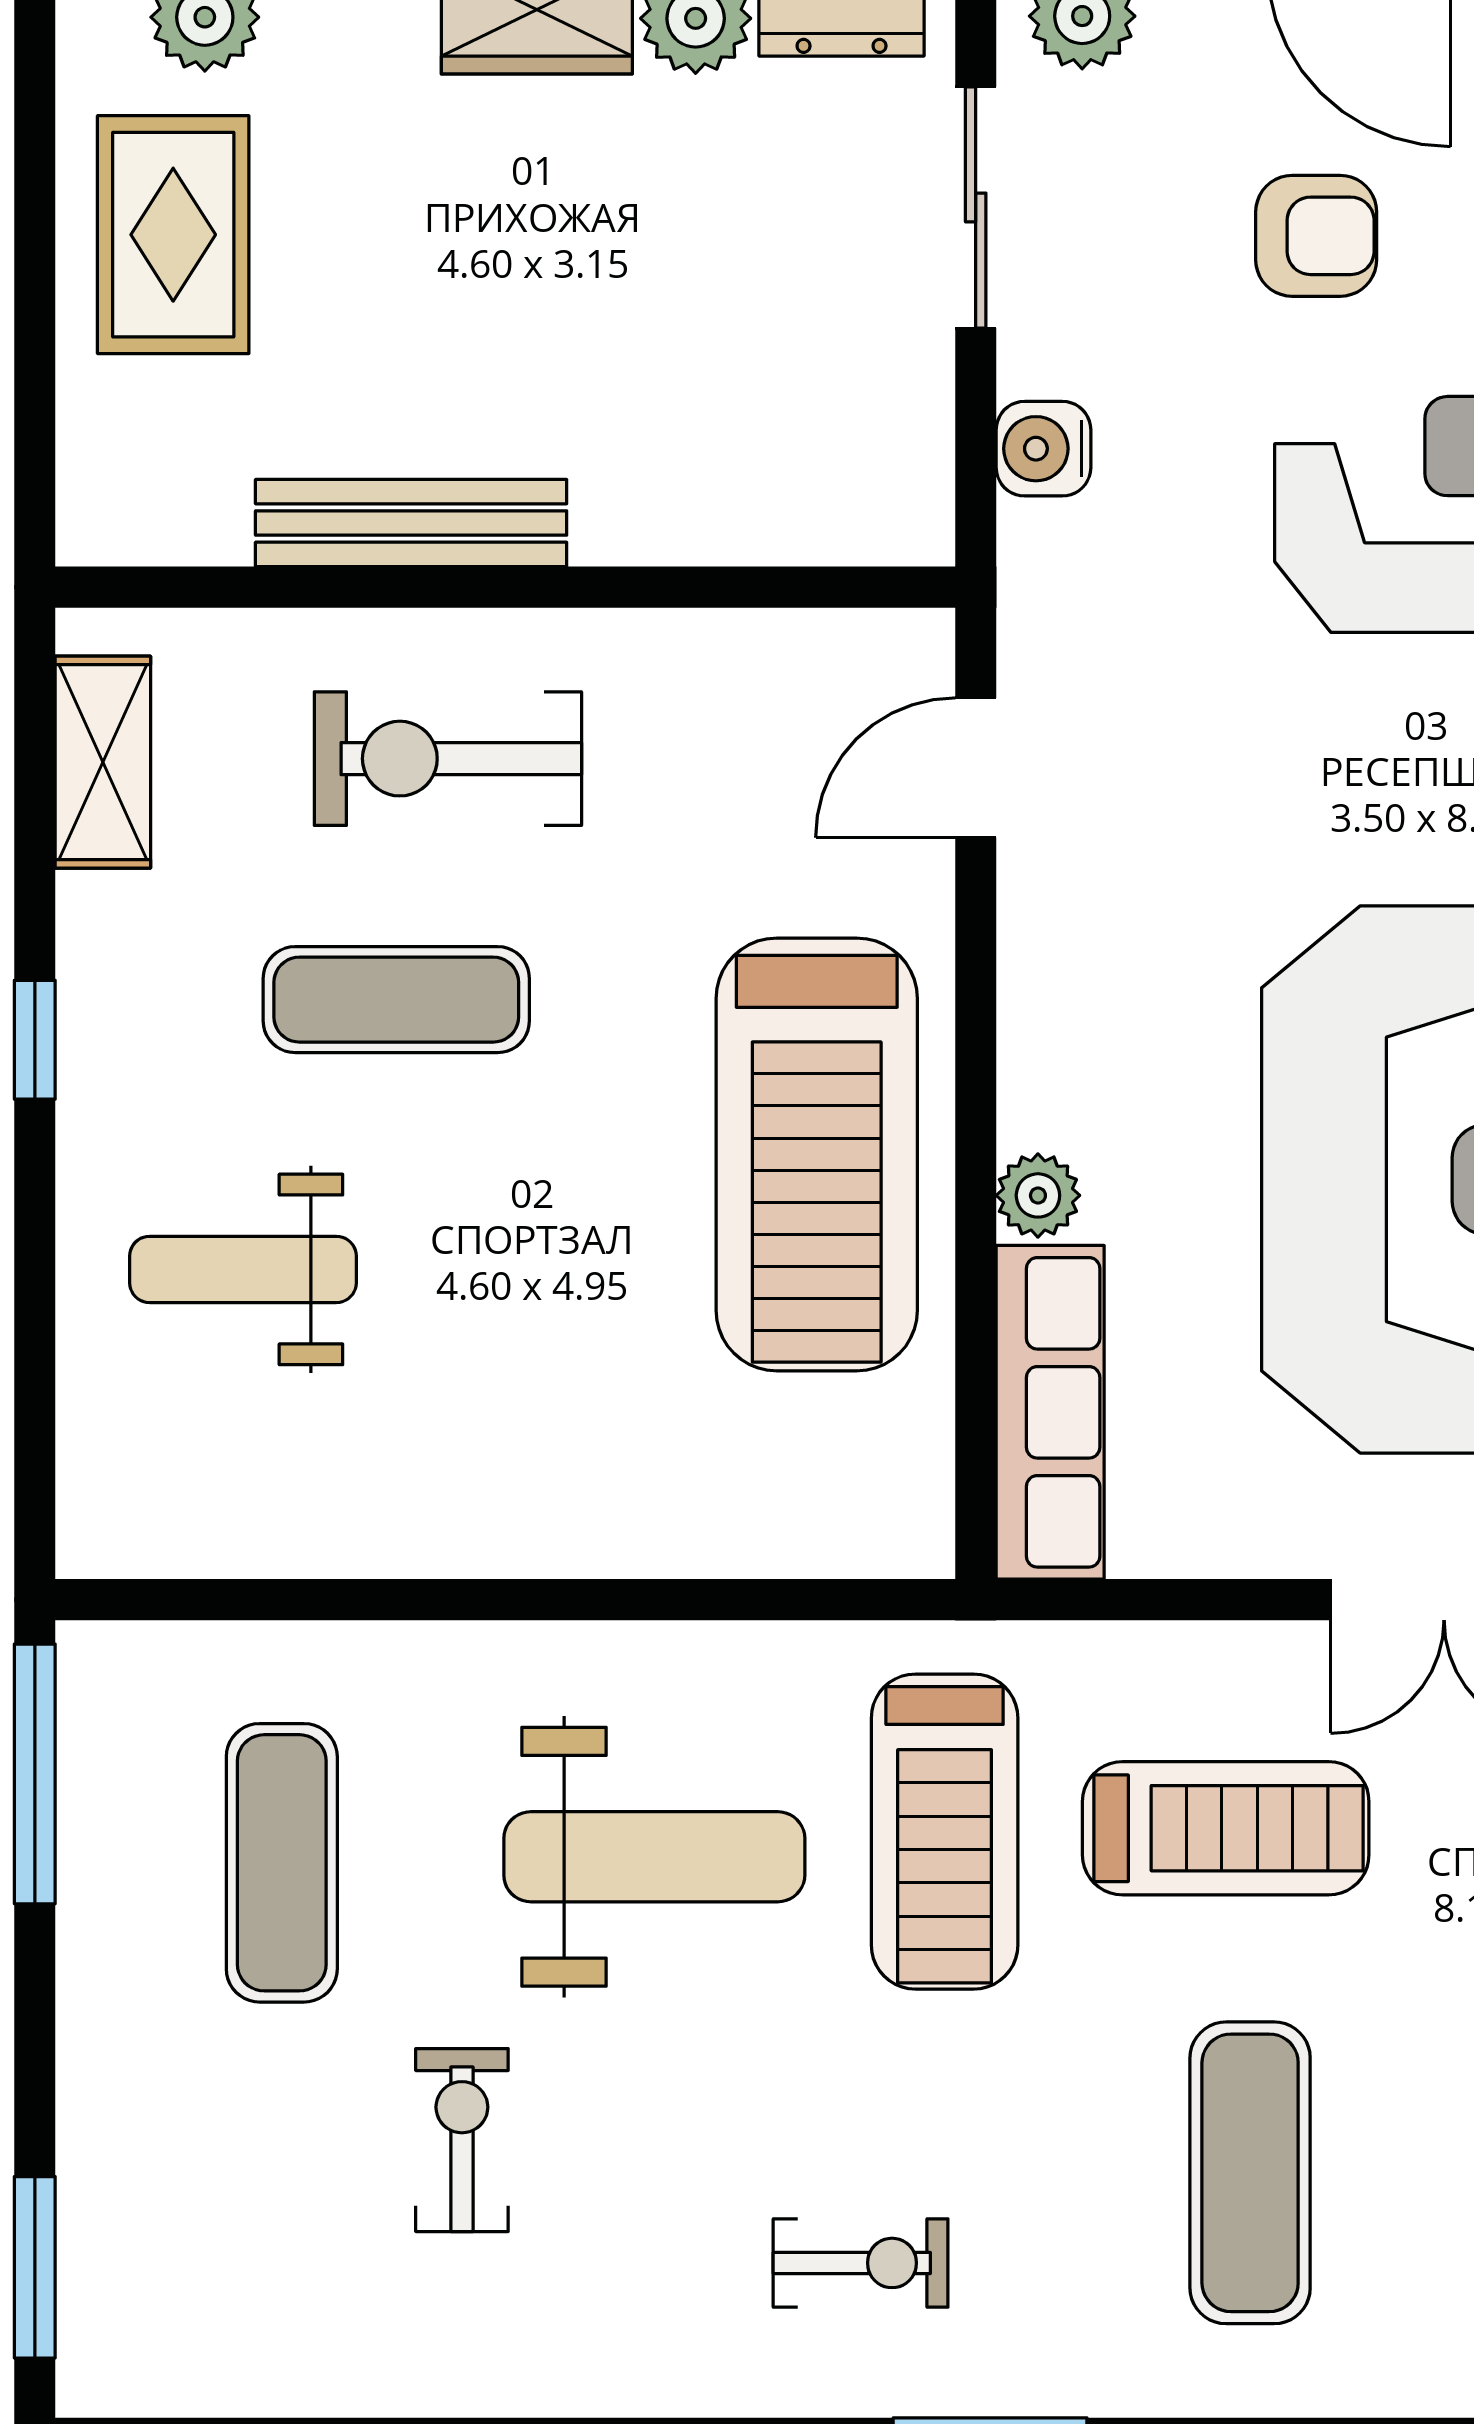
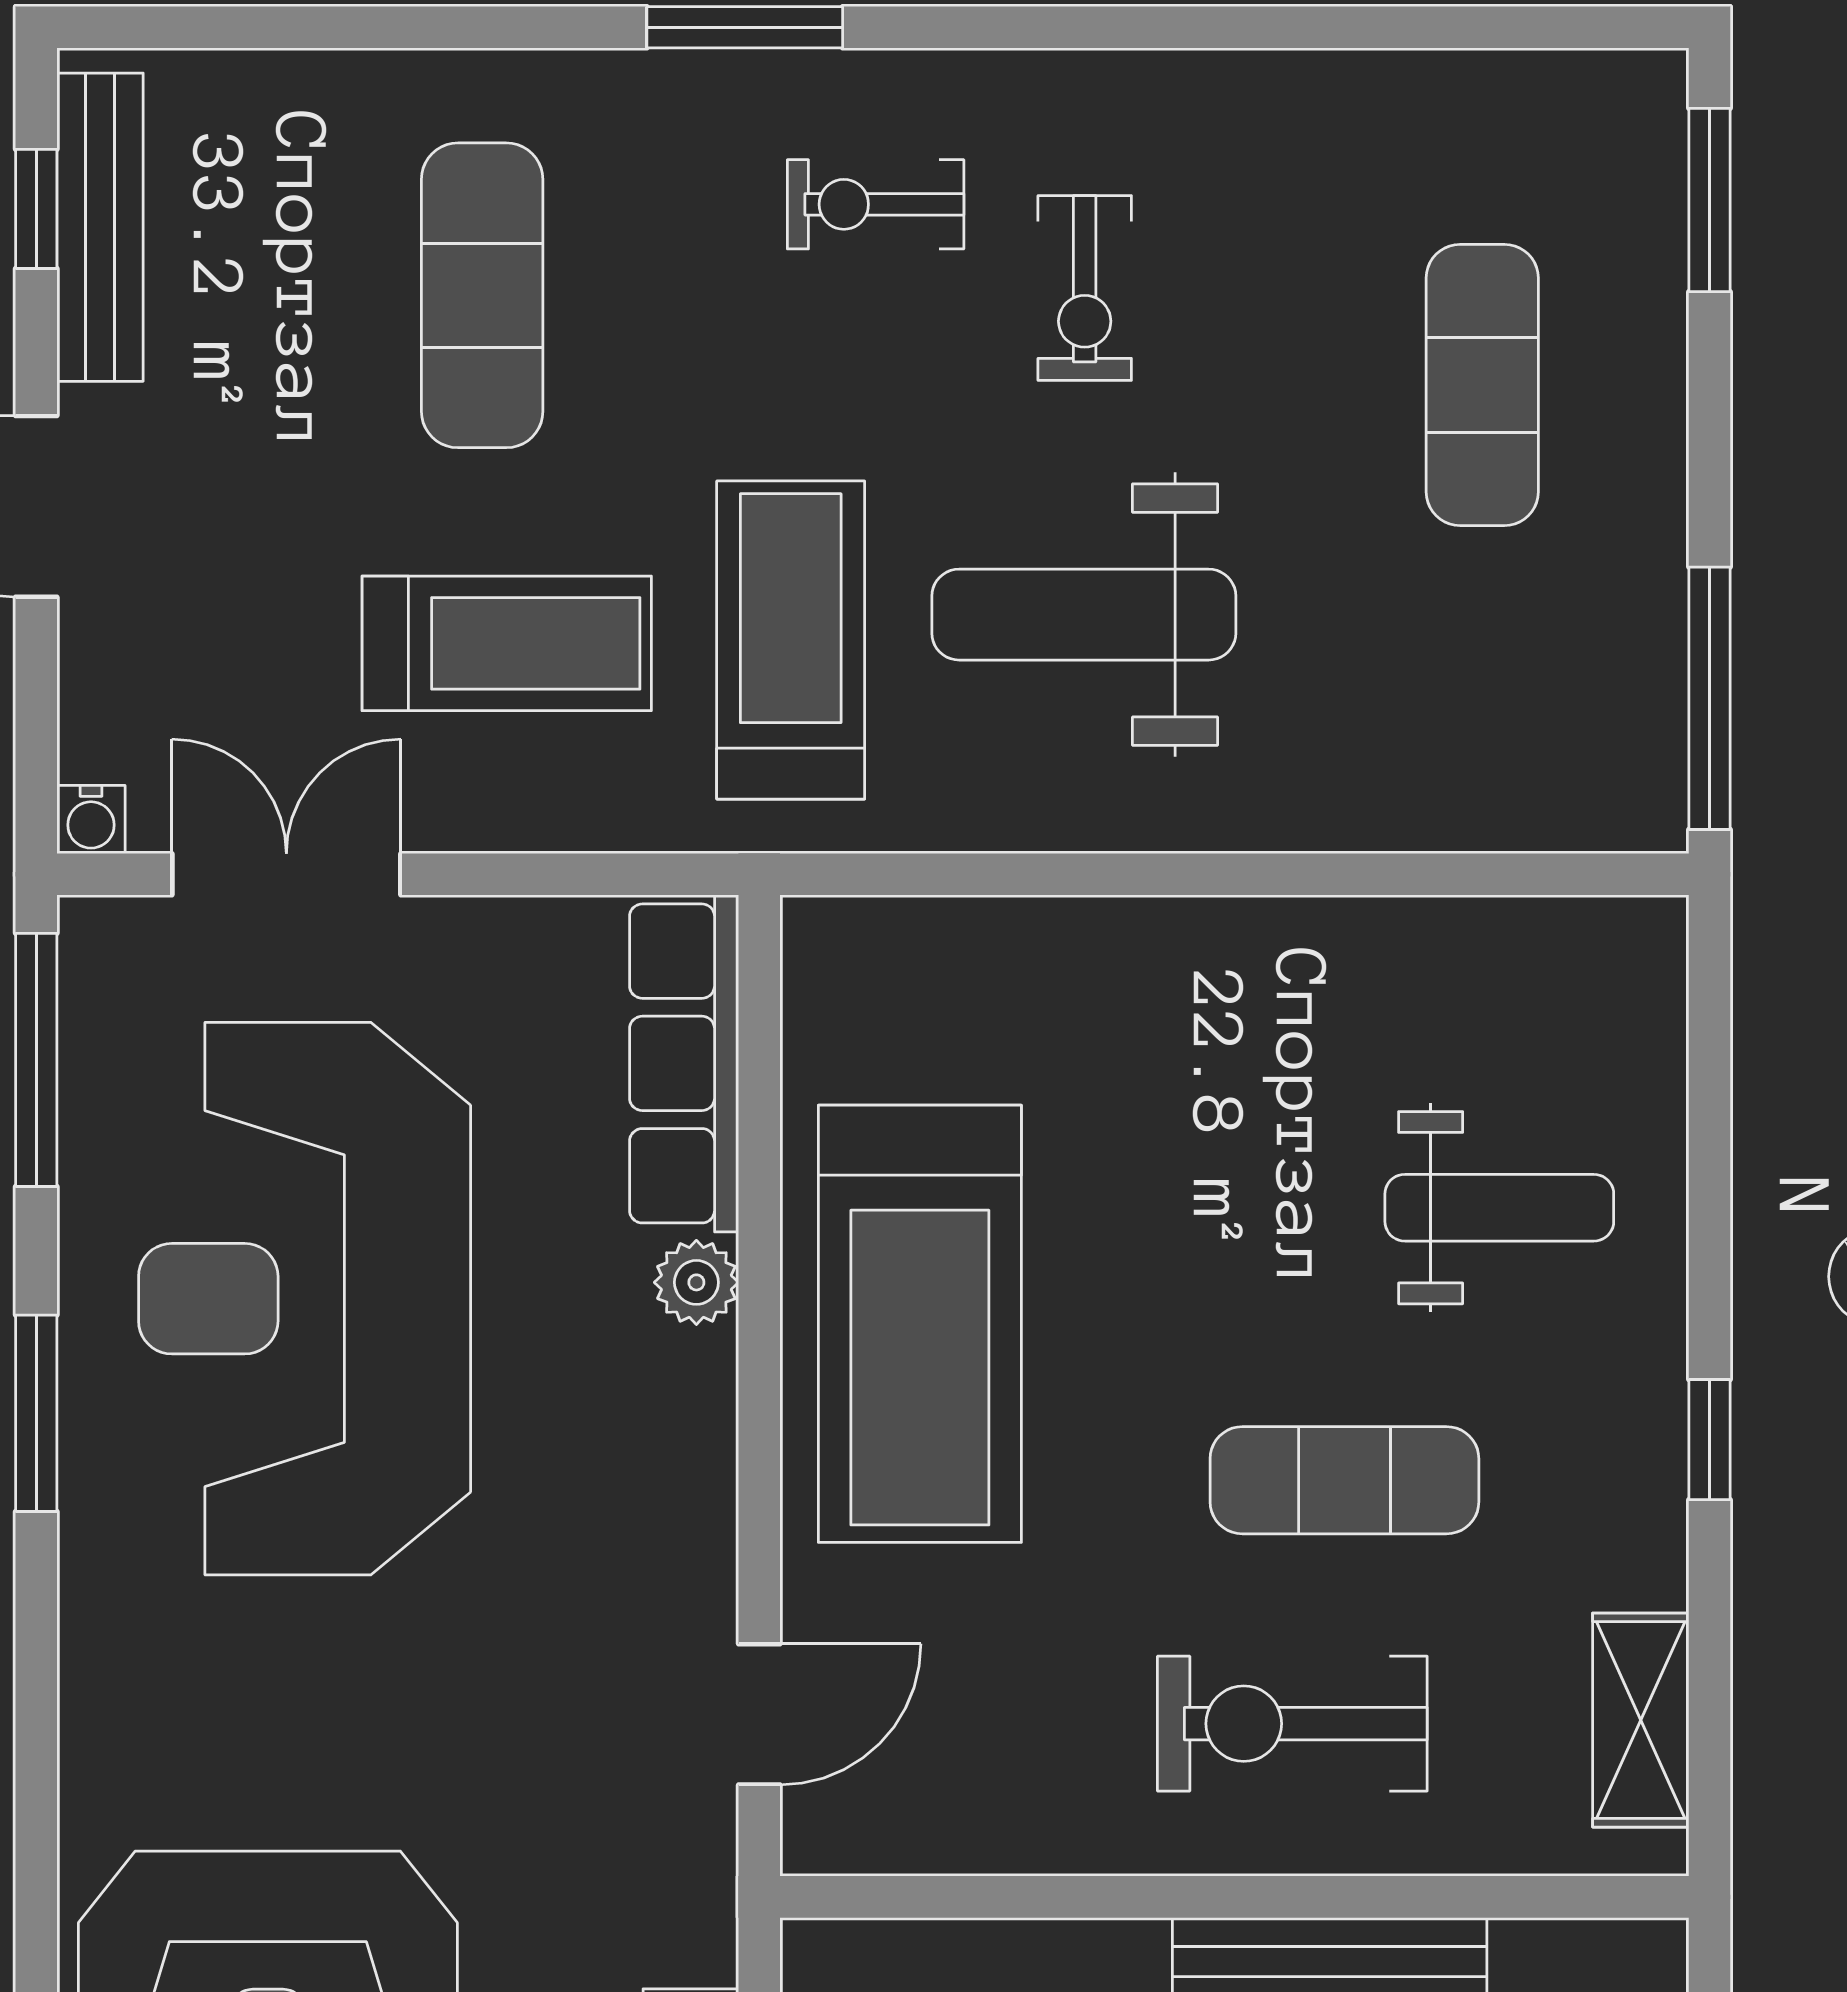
exercise bike: (448, 759) -> (1292, 1724), turned 180
treadmill: (817, 1154) -> (920, 1324), turned 180
treadmill: (1226, 1828) -> (507, 643), turned 180
exercise mat: (282, 1863) -> (1482, 385), moved
exercise bike: (462, 2140) -> (1085, 288), moved

